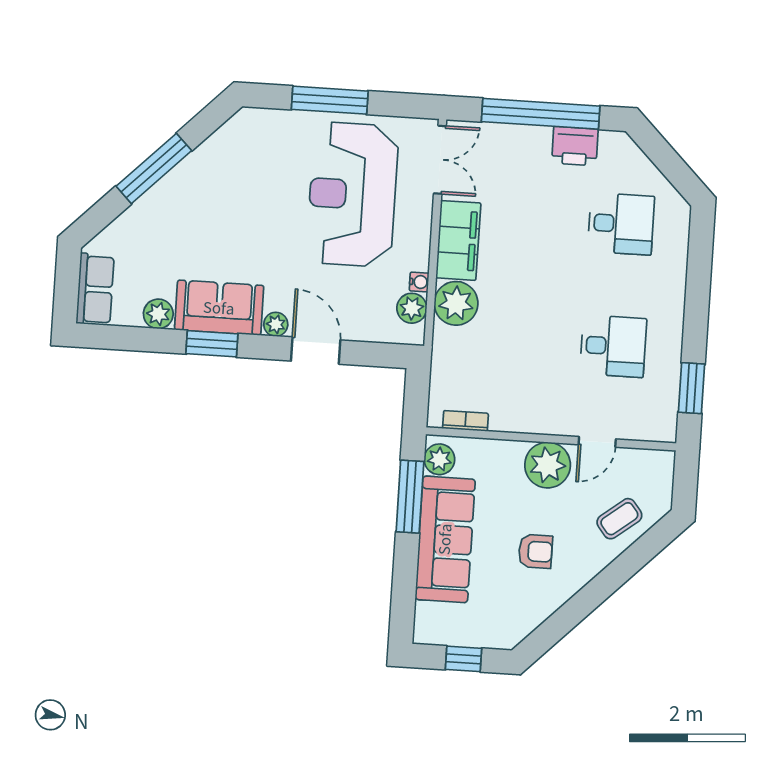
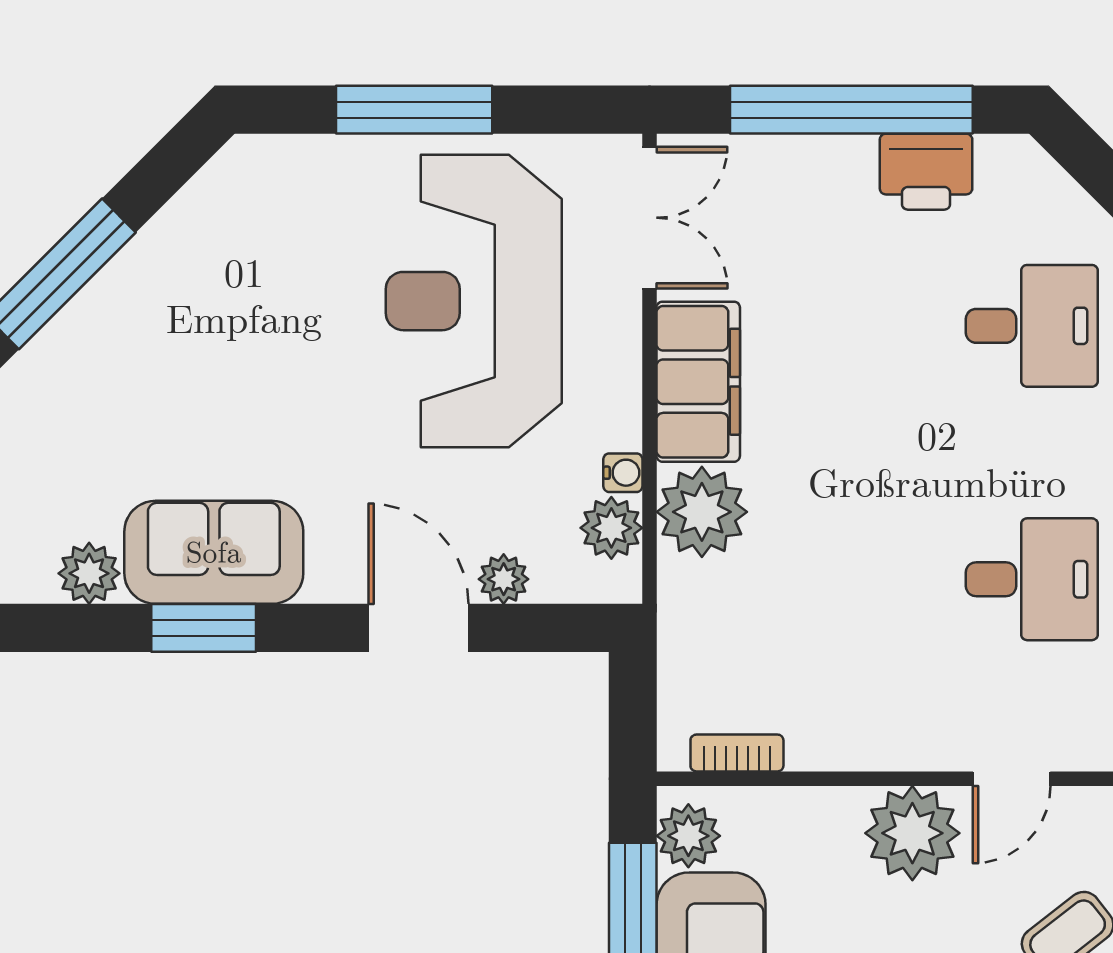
plant: (276, 324) -> (504, 579), moved

